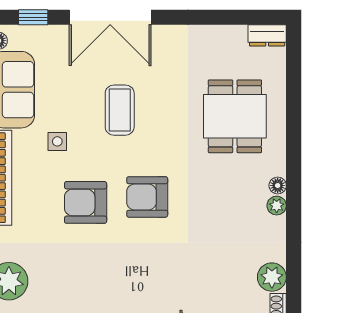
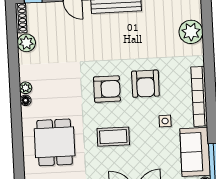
coffee table: (120, 110) -> (113, 137), moved, turned 90
armchair: (86, 202) -> (145, 84), turned 90

